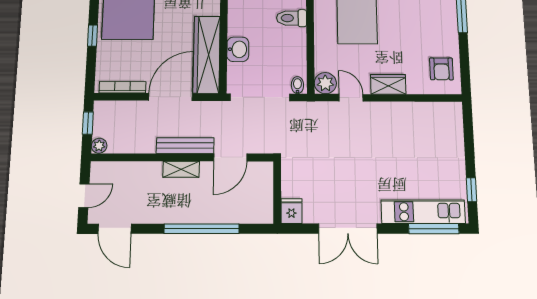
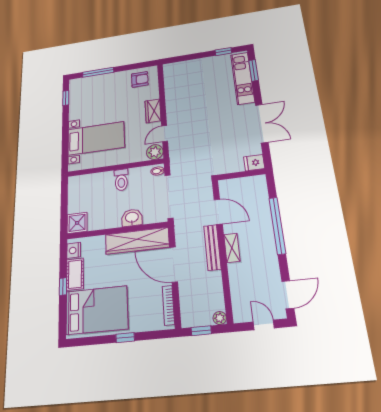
toilet: (292, 18) -> (121, 180), moved
window: (434, 229) -> (254, 70), width x0.69

